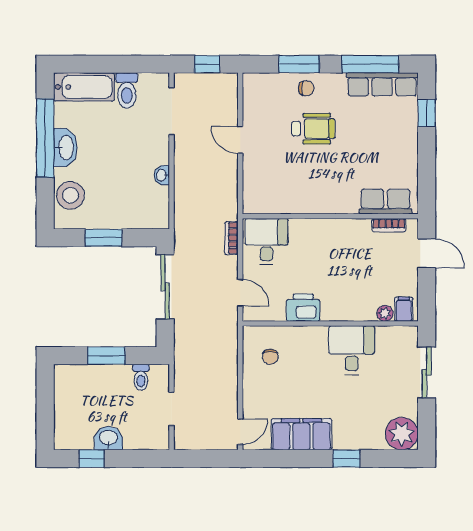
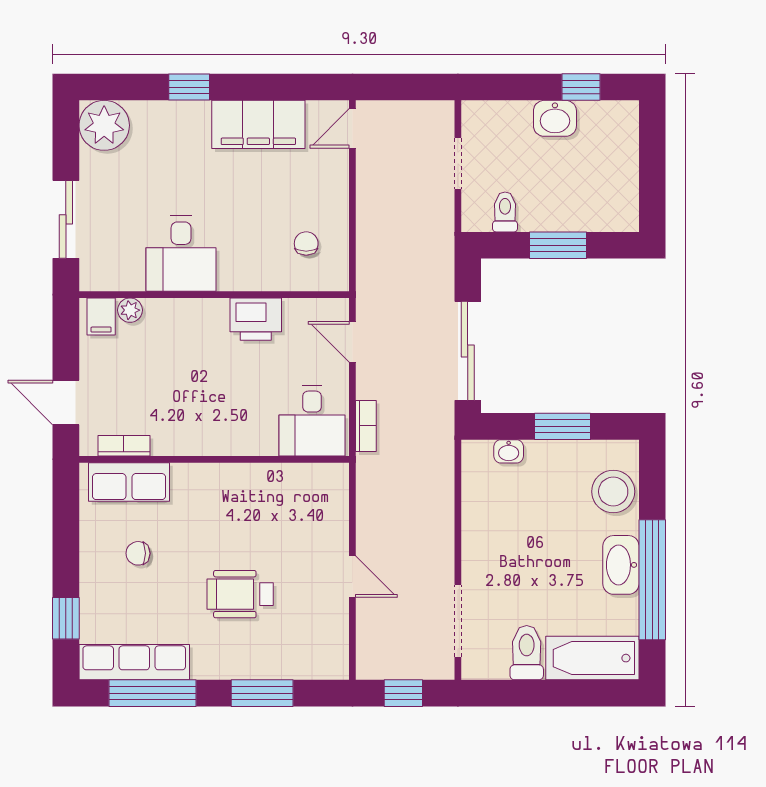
chair: (306, 88) -> (138, 553), moved
washbasin: (162, 175) -> (509, 451), moved, turned 90

